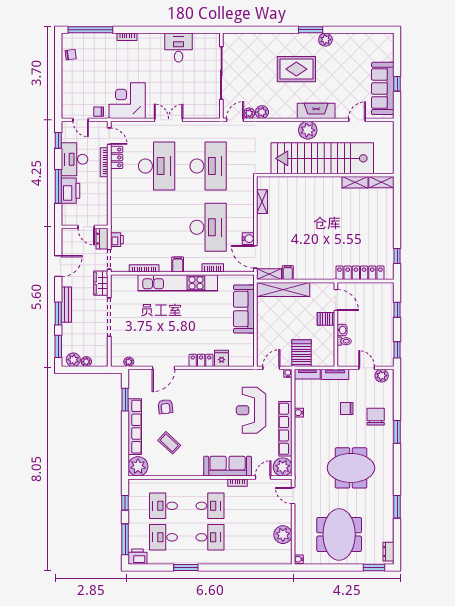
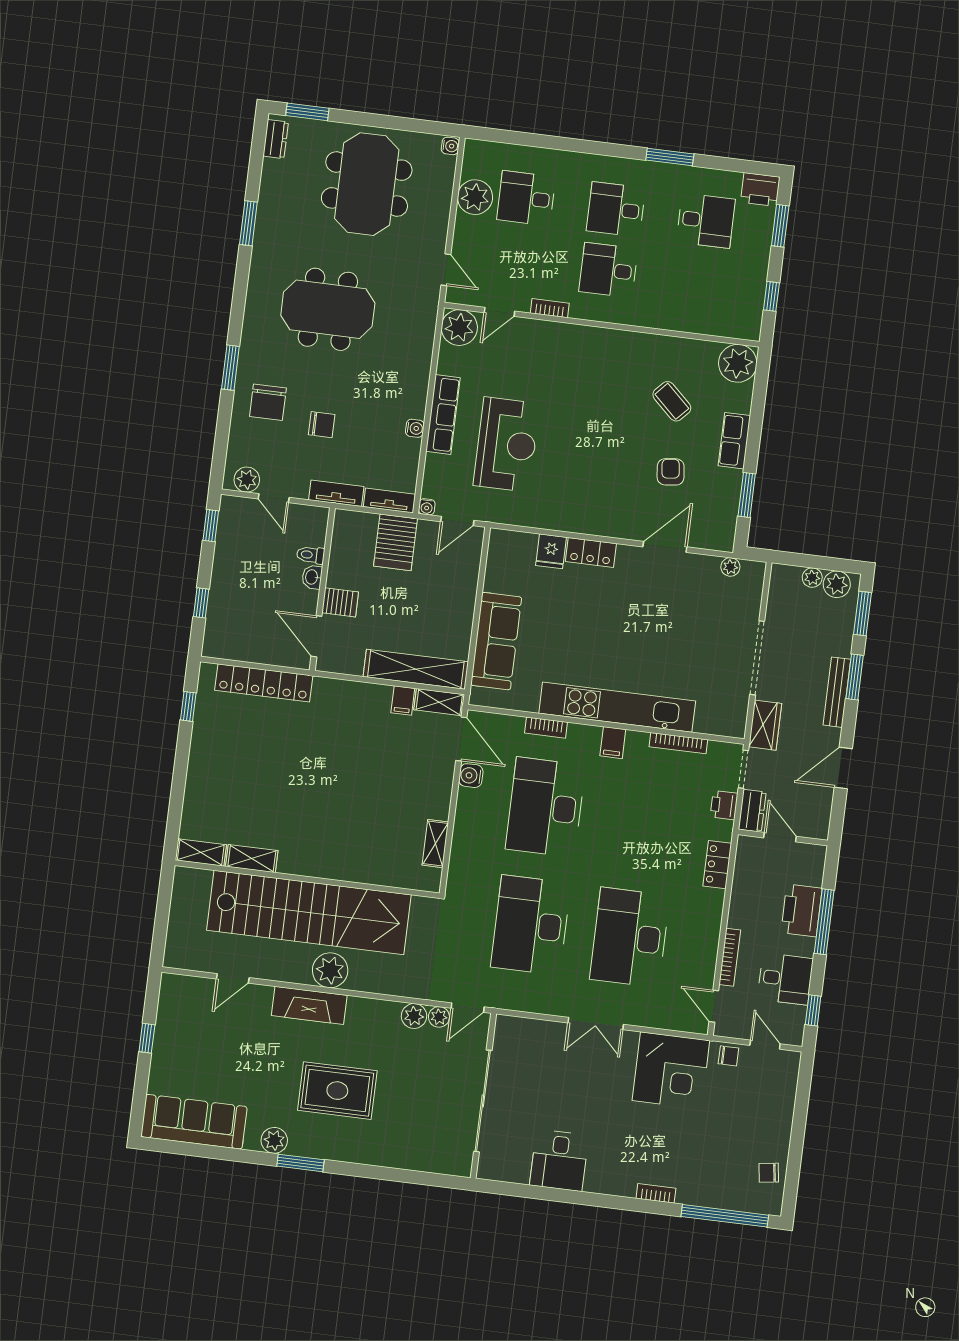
sofa: (383, 88) -> (194, 1122), moved, turned -90
locker: (117, 157) -> (717, 865), moved
desk: (75, 159) -> (785, 979), width x0.73
row of seats: (135, 427) -> (734, 441), width x0.50
row of seats: (285, 429) -> (443, 415), width x0.73
sofa: (228, 466) -> (565, 342), removed
desk: (163, 506) -> (526, 198), moved, turned 180
window: (125, 539) -> (780, 226), width x0.69

